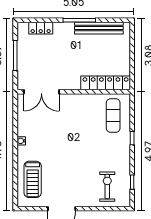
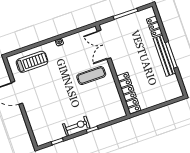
bench: (99, 28) -> (165, 56), moved
exercise mat: (113, 116) -> (91, 76), moved
treadmill: (33, 179) -> (32, 62), turned 180
exercise bike: (107, 187) -> (76, 126), moved

